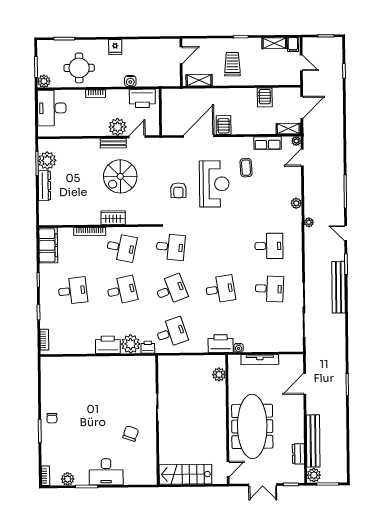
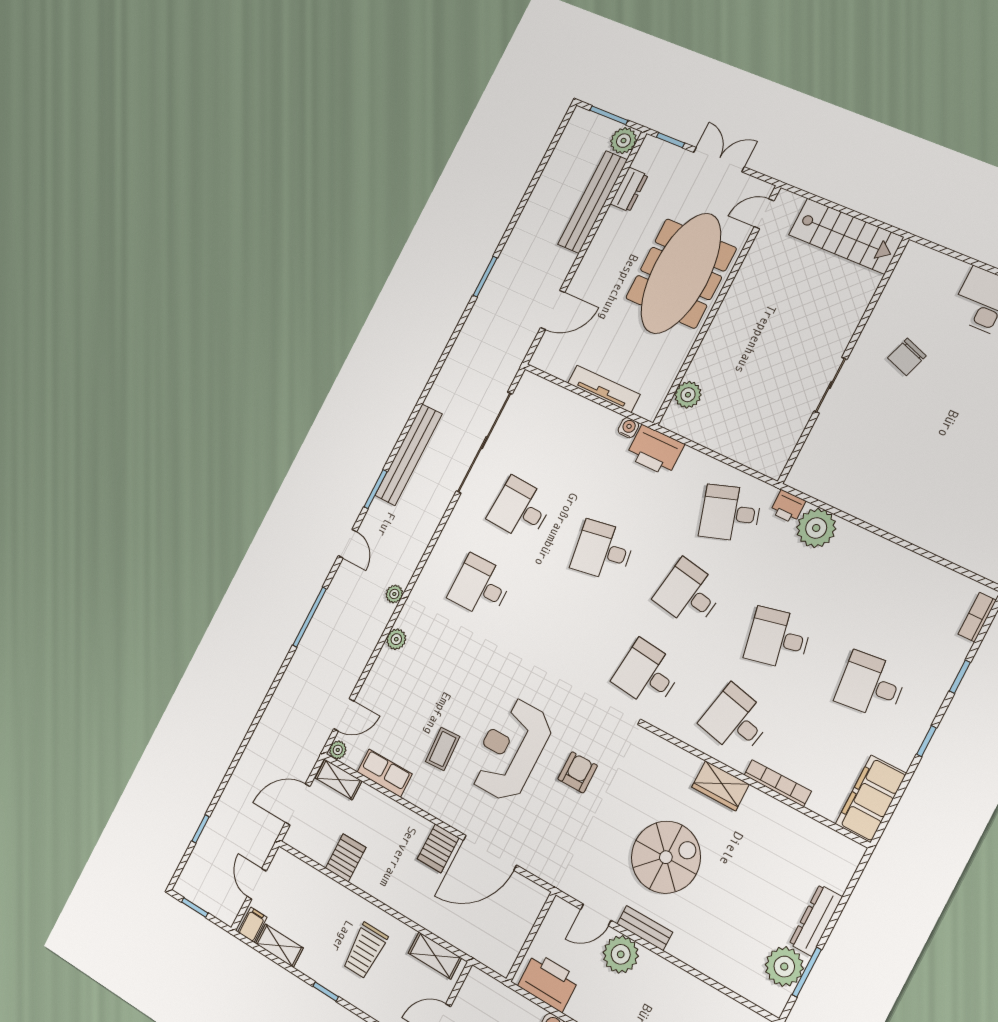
desk: (171, 290) -> (689, 594), turned 30
printer: (108, 345) -> (859, 547), removed

